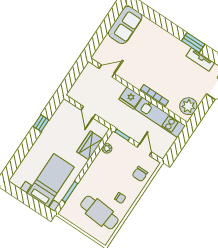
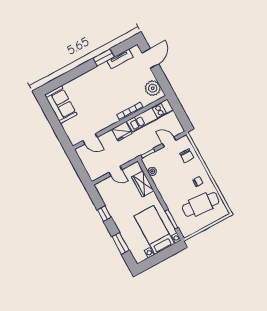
door: (107, 71) -> (90, 139), swing flipped
window: (20, 154) -> (121, 243), added

